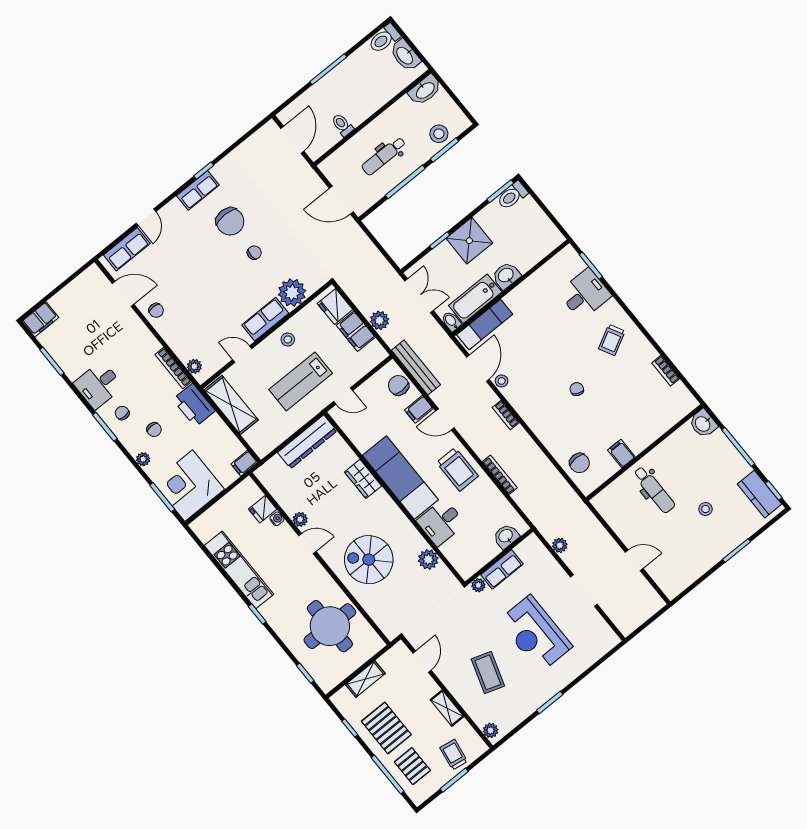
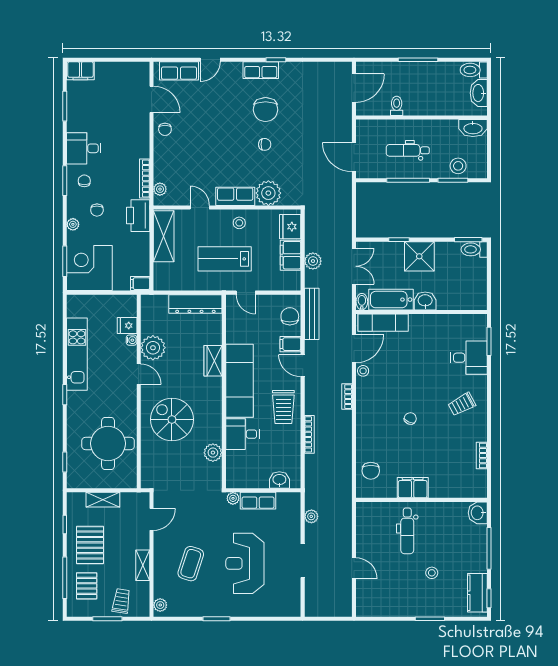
filing cabinet: (621, 453) -> (413, 488), width x2.00
plant: (300, 519) -> (153, 348), width x1.87, depth x1.87

